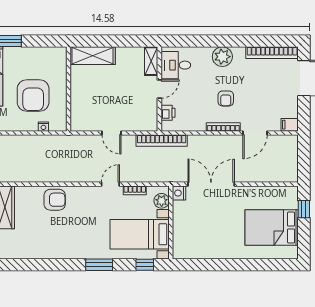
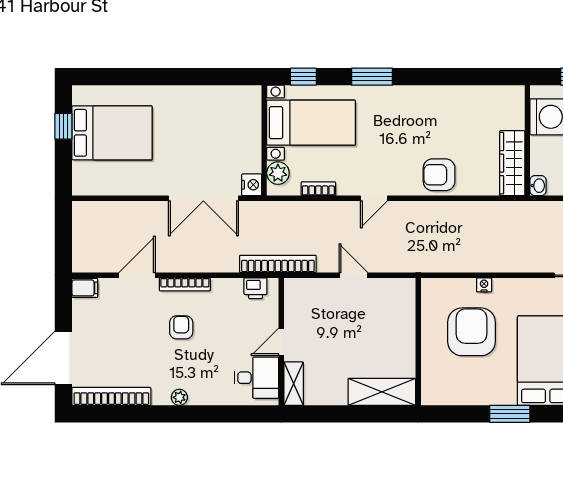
plant: (222, 57) -> (179, 397), width x0.53, depth x0.53
printer: (168, 113) -> (255, 288), moved, turned -90
nightstand: (43, 127) -> (484, 285), moved
door: (110, 184) -> (374, 198), moved
window: (304, 209) -> (63, 126), moved

